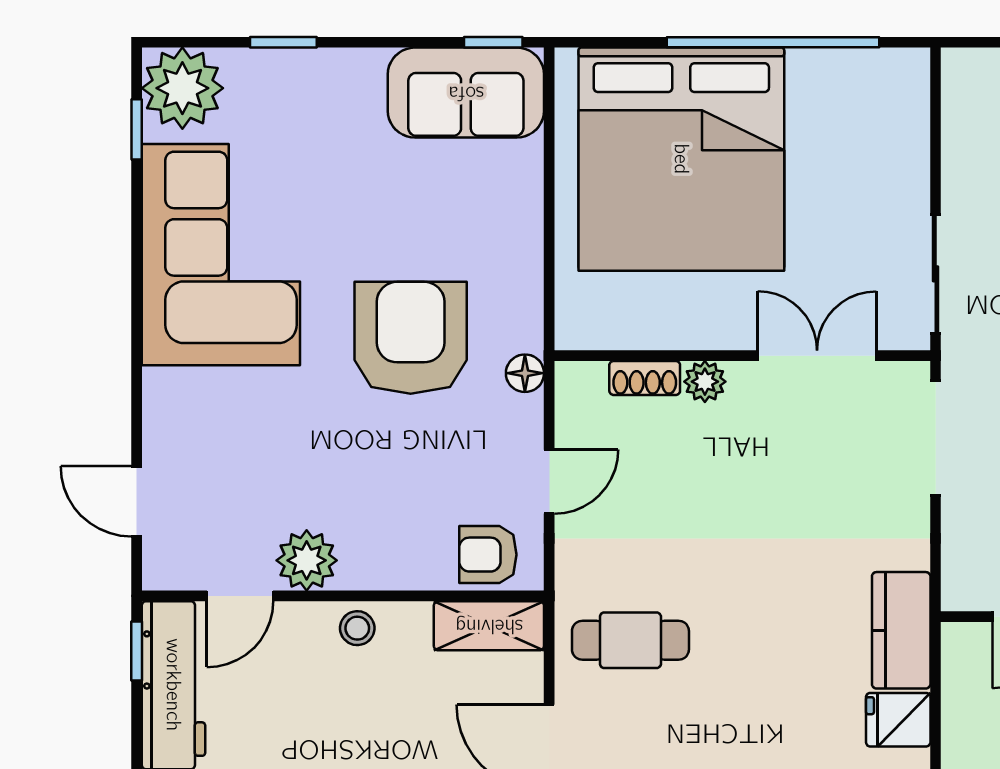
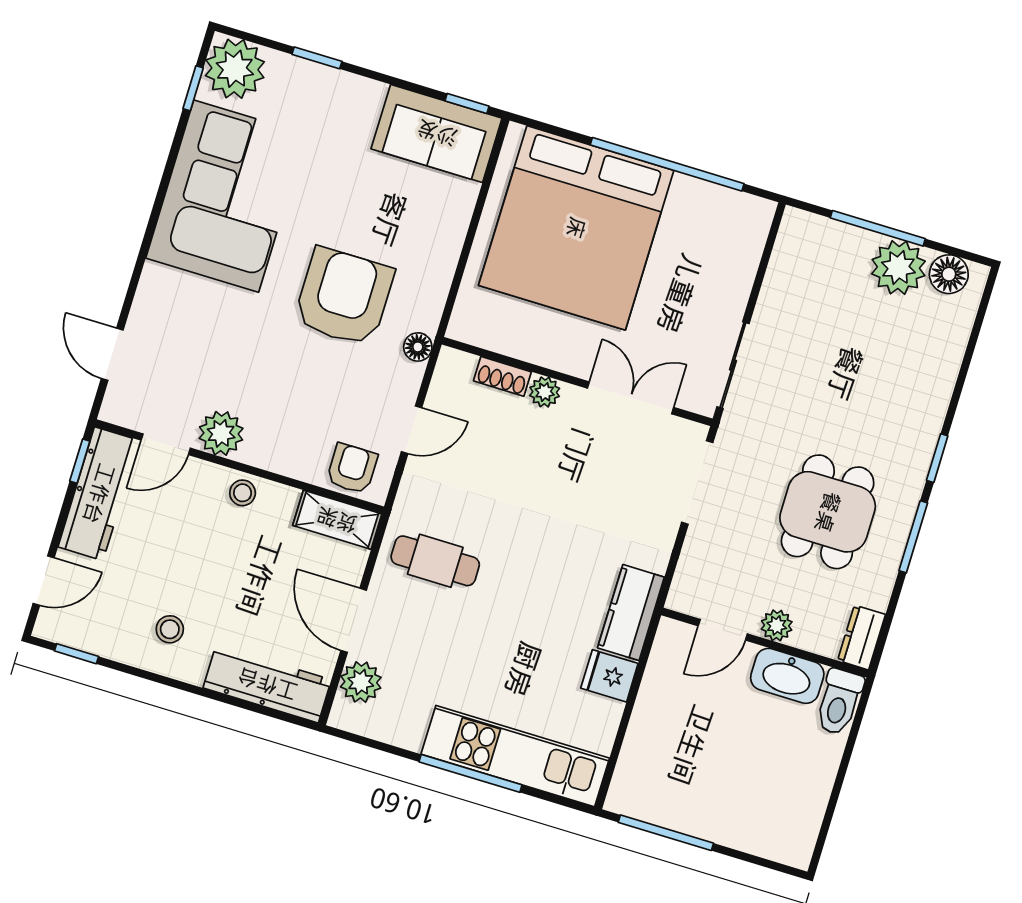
armchair: (488, 555) -> (352, 469), turned 90

